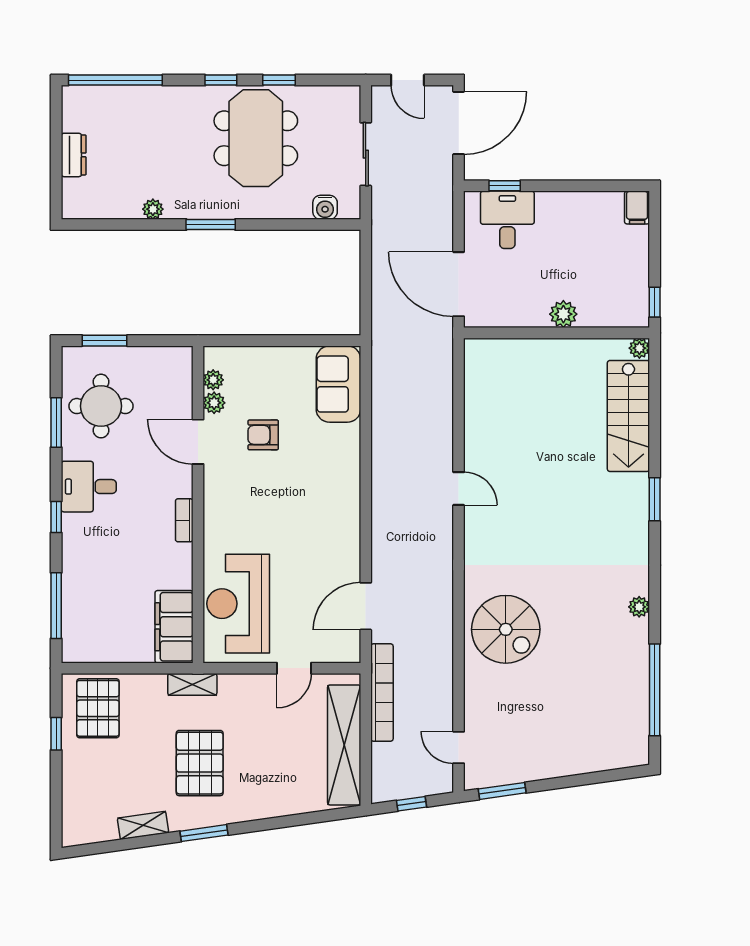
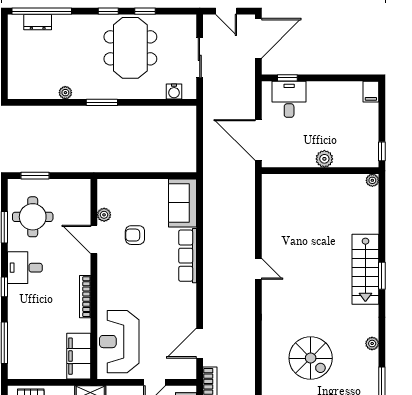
dresser: (74, 155) -> (38, 22), moved, turned 90
plant: (213, 380) -> (103, 200), removed
stairs: (628, 416) -> (365, 269), moved
row of seats: (347, 467) -> (188, 256), added
bookcase: (184, 520) -> (85, 297), width x1.56
spiral stairs: (506, 629) -> (311, 358), moved

